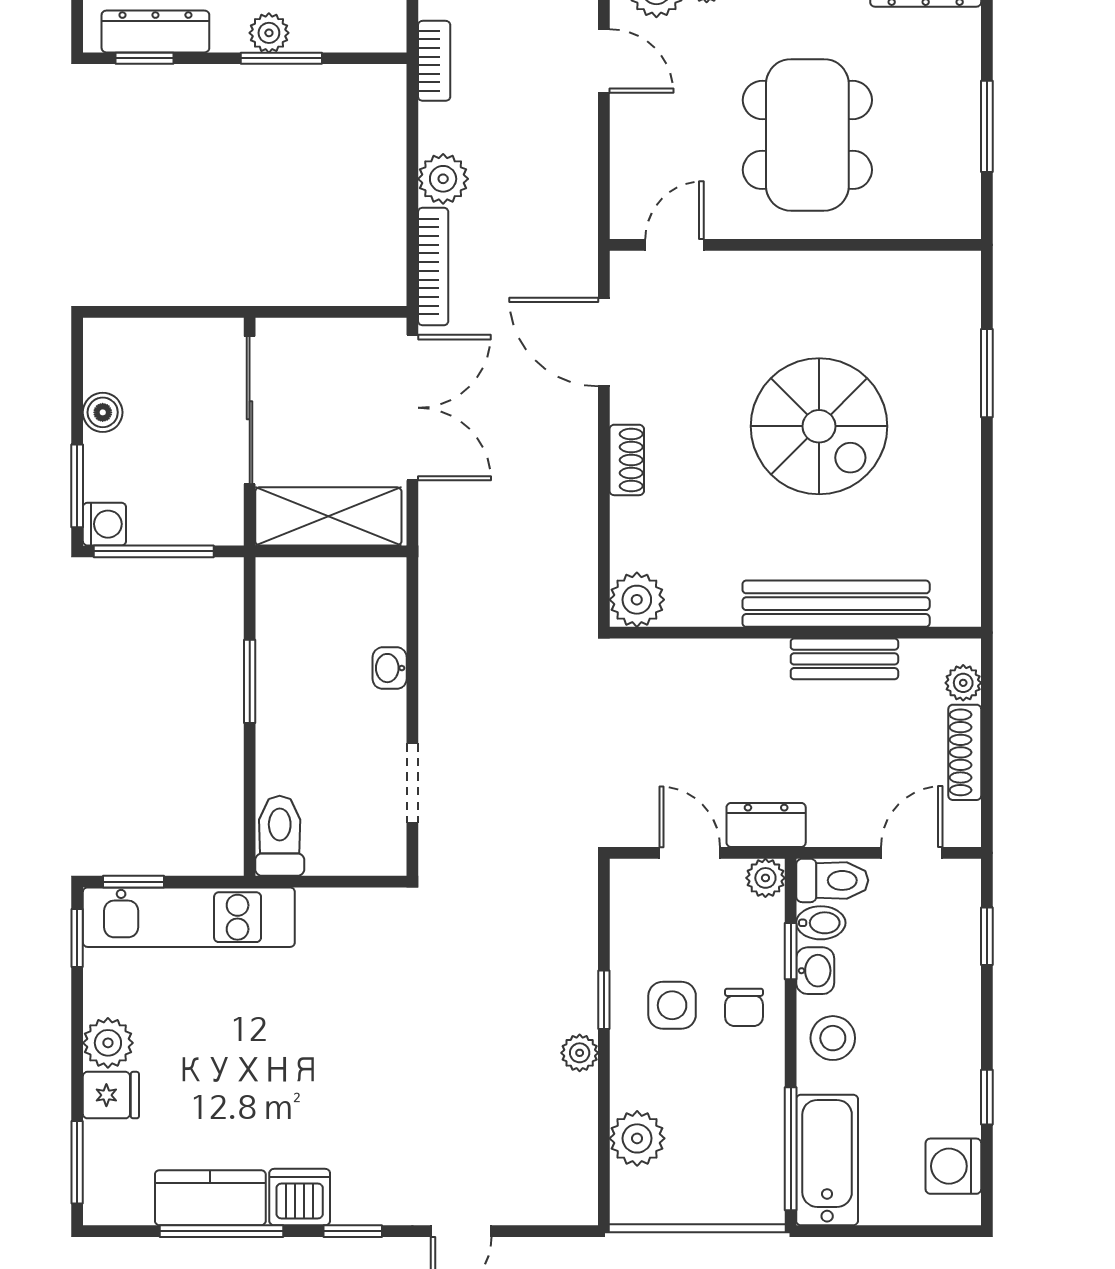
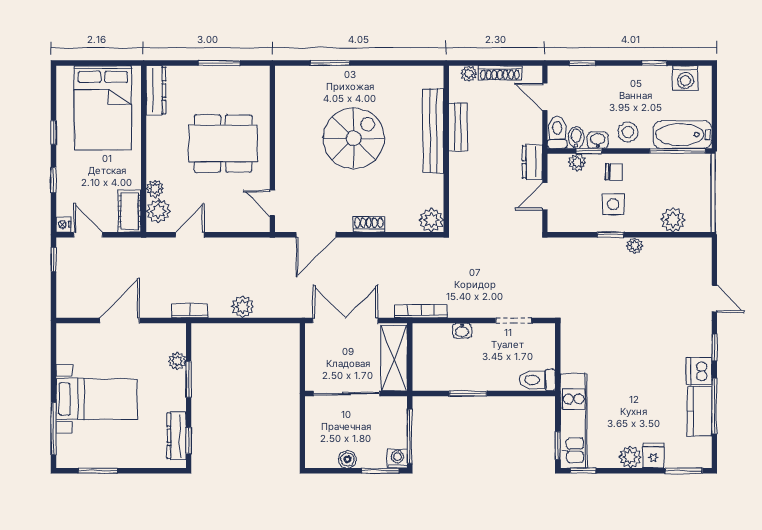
plant: (269, 33) -> (177, 361), moved
bookcase: (433, 267) -> (421, 311), moved
plant: (765, 878) -> (577, 162), moved

